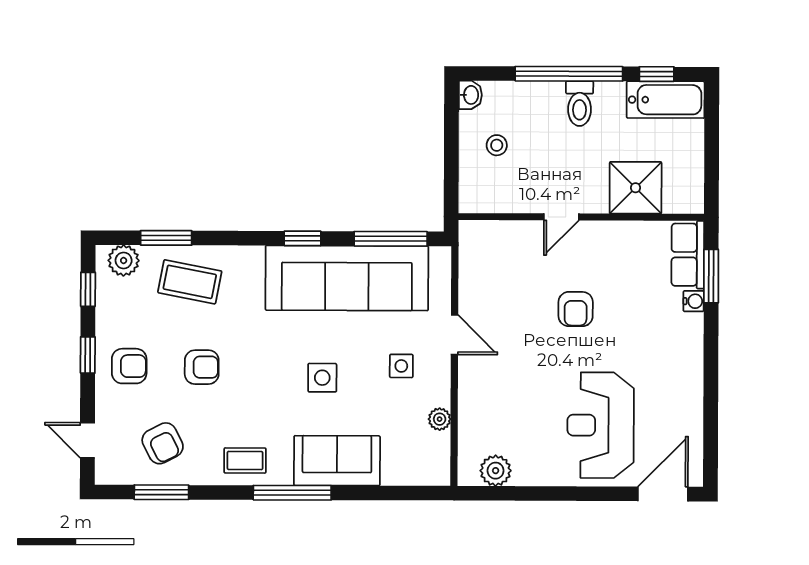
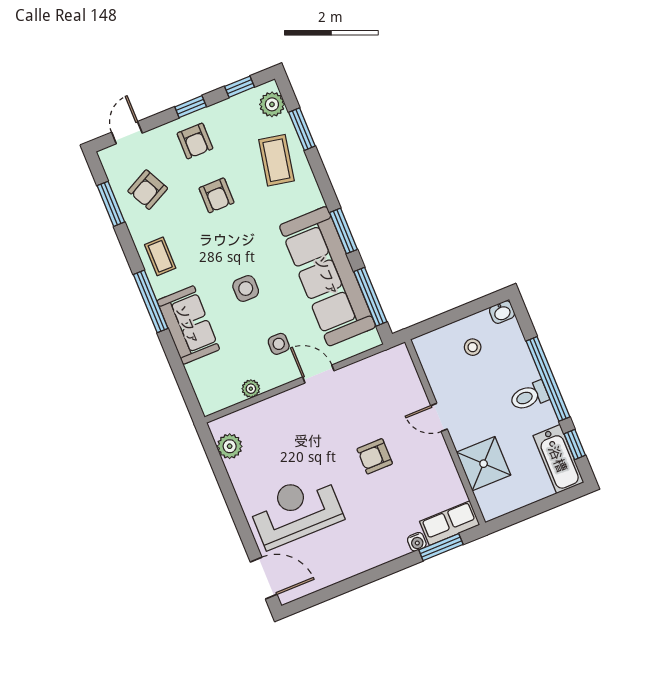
window: (303, 238) -> (343, 231), width x1.50
door: (455, 335) -> (318, 374), swing flipped

